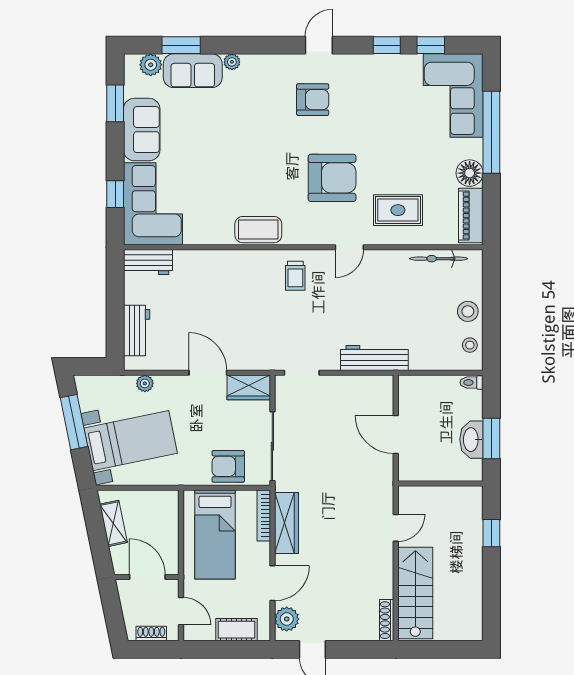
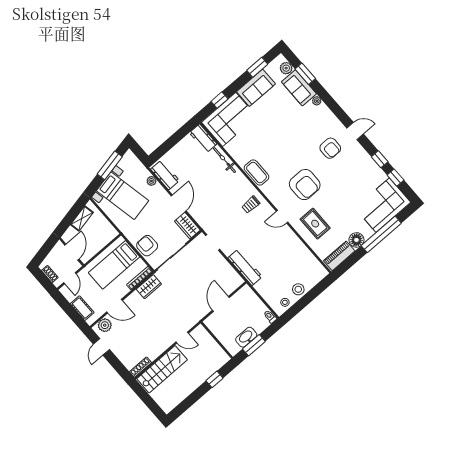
bicycle: (439, 259) -> (225, 160), moved
workbench: (137, 331) -> (165, 175), moved, turned -90
wardrobe: (286, 523) -> (149, 287), width x0.67

